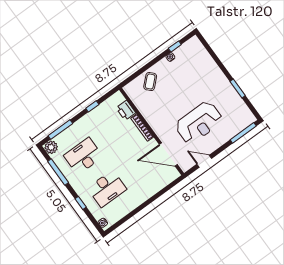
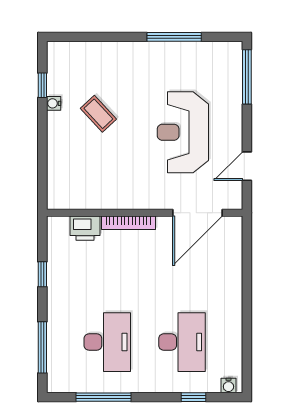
coffee table: (150, 82) -> (98, 114), moved
window: (238, 89) -> (174, 37), width x1.44
reception desk: (199, 123) -> (183, 132), turned 180
plant: (51, 147) -> (59, 381), removed
desk: (83, 156) -> (107, 342), turned 180
window: (81, 203) -> (194, 397), moved

